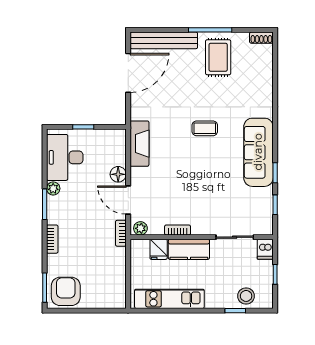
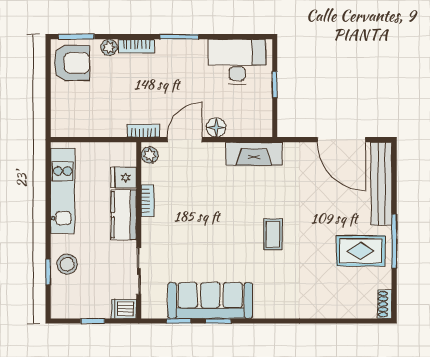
sofa: (258, 152) -> (210, 301), moved
plant: (53, 188) -> (109, 47), moved
stool: (246, 296) -> (67, 264), moved

